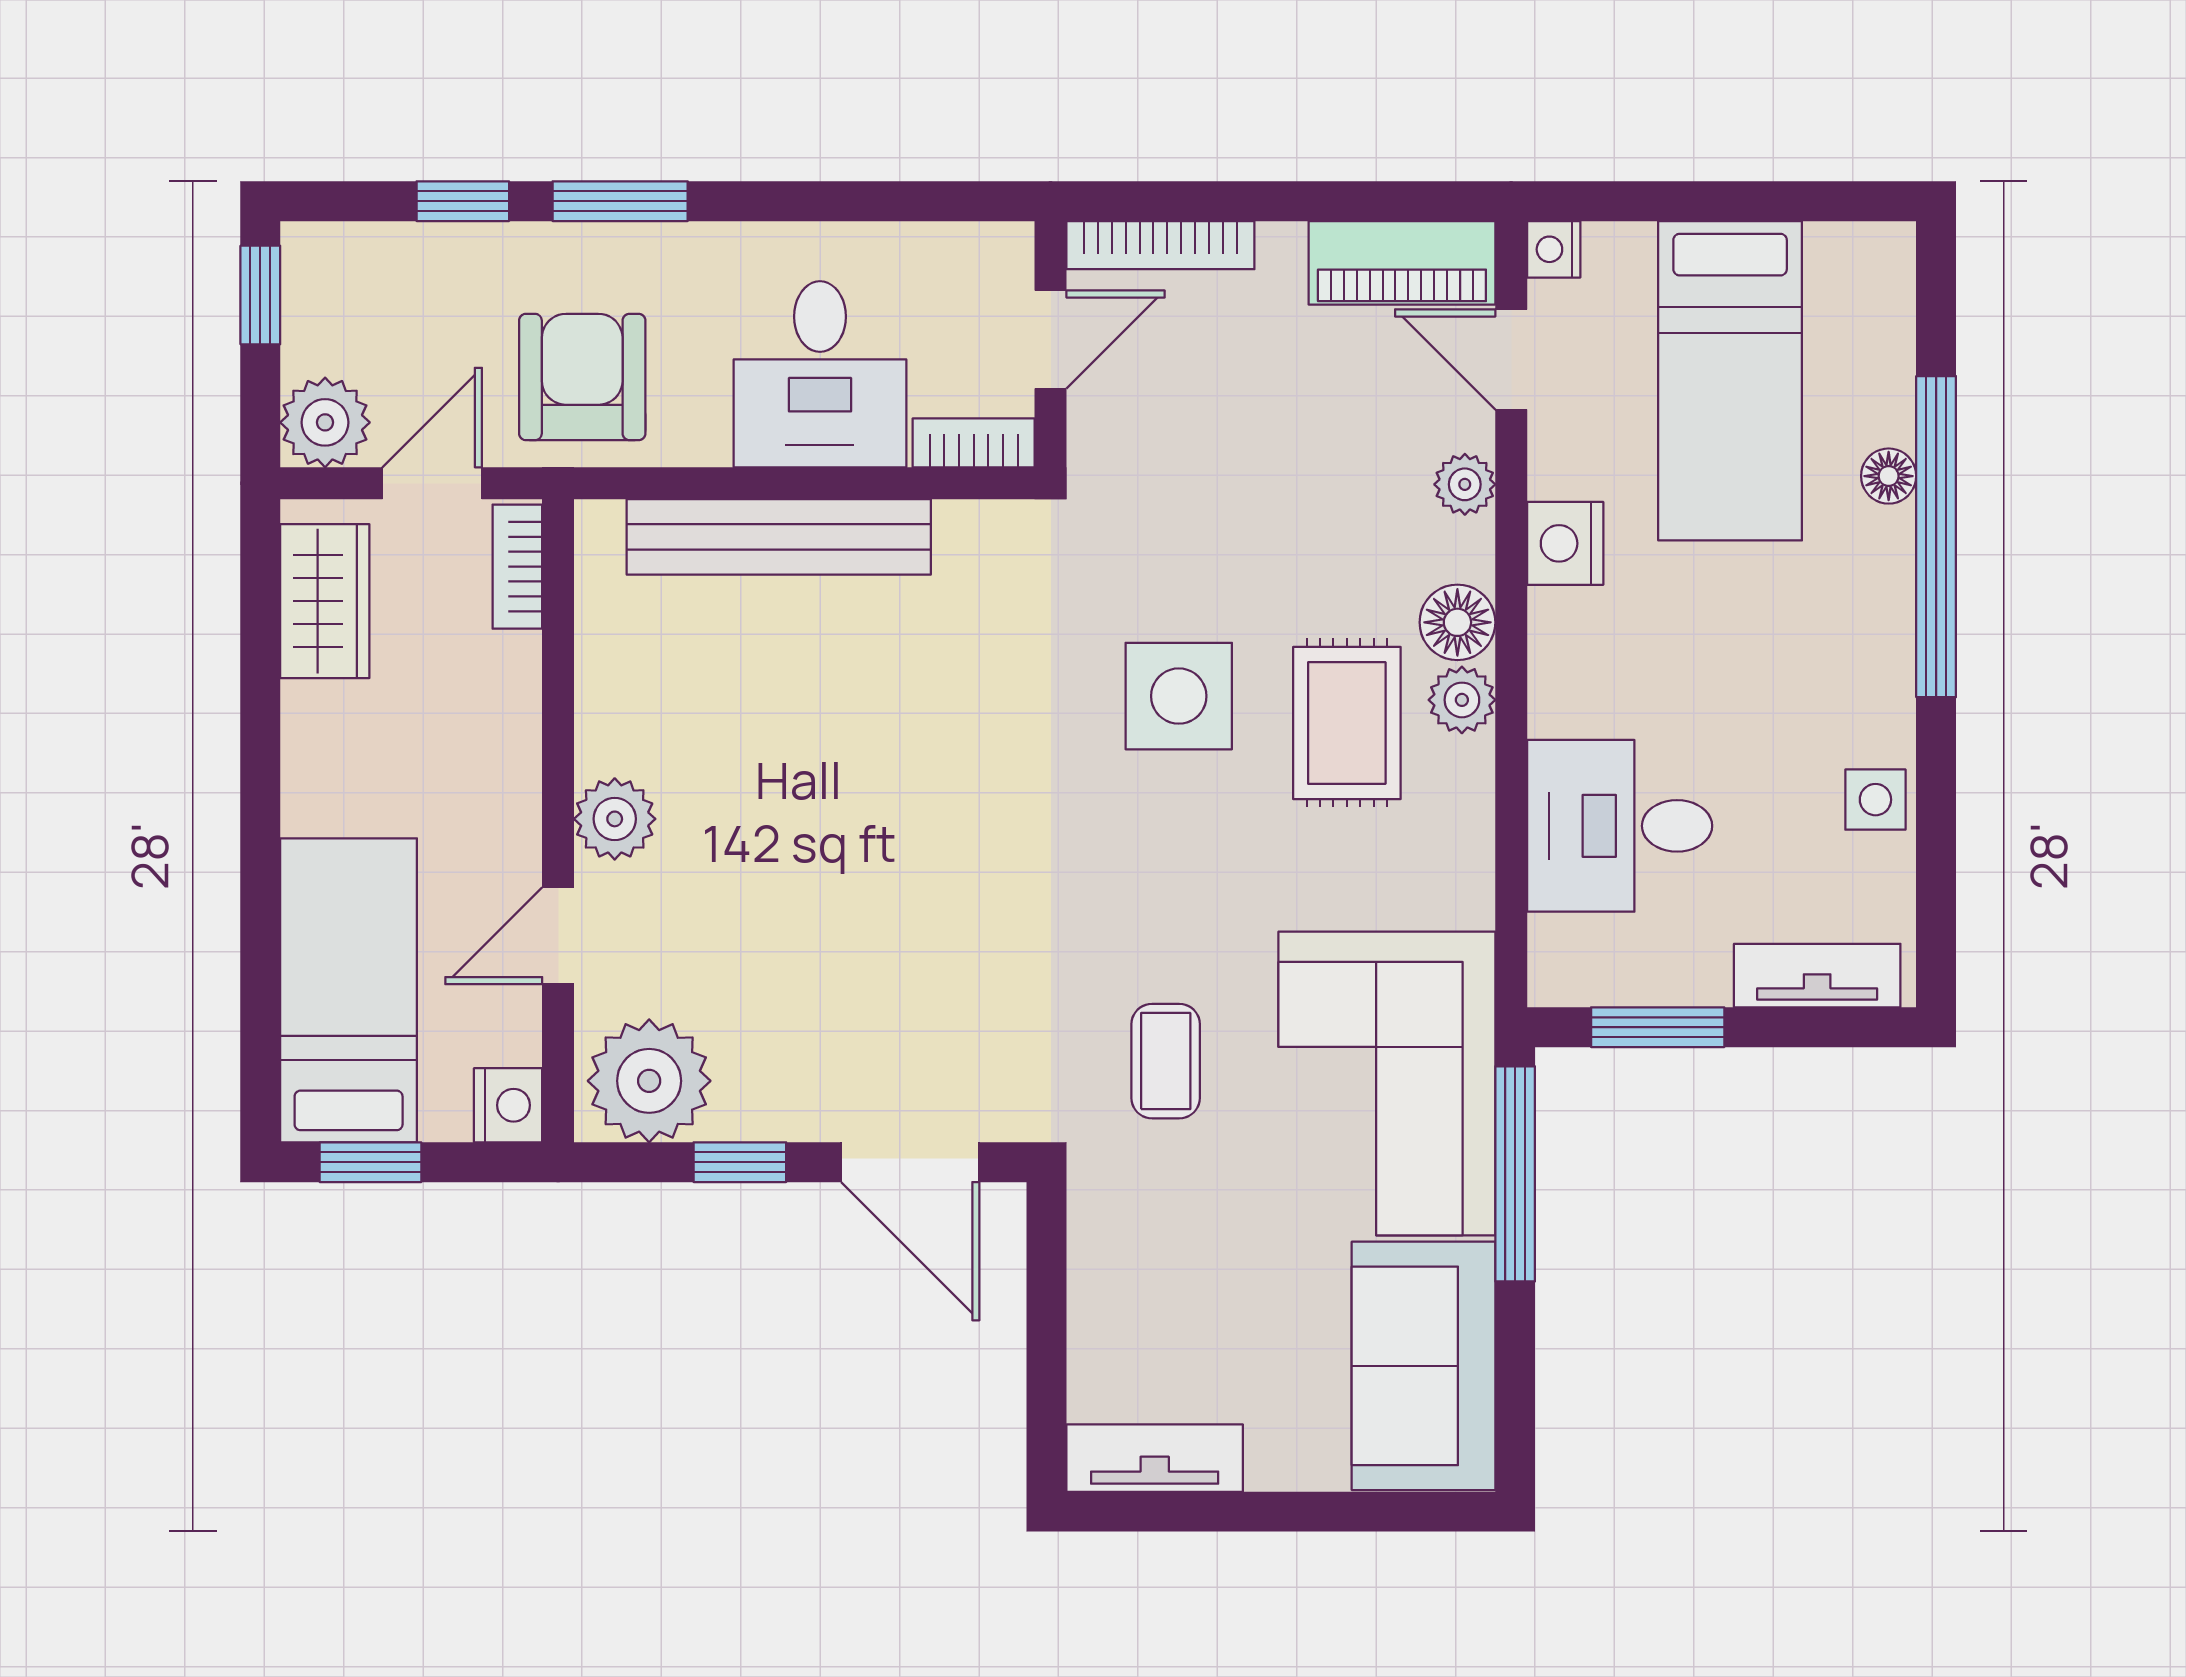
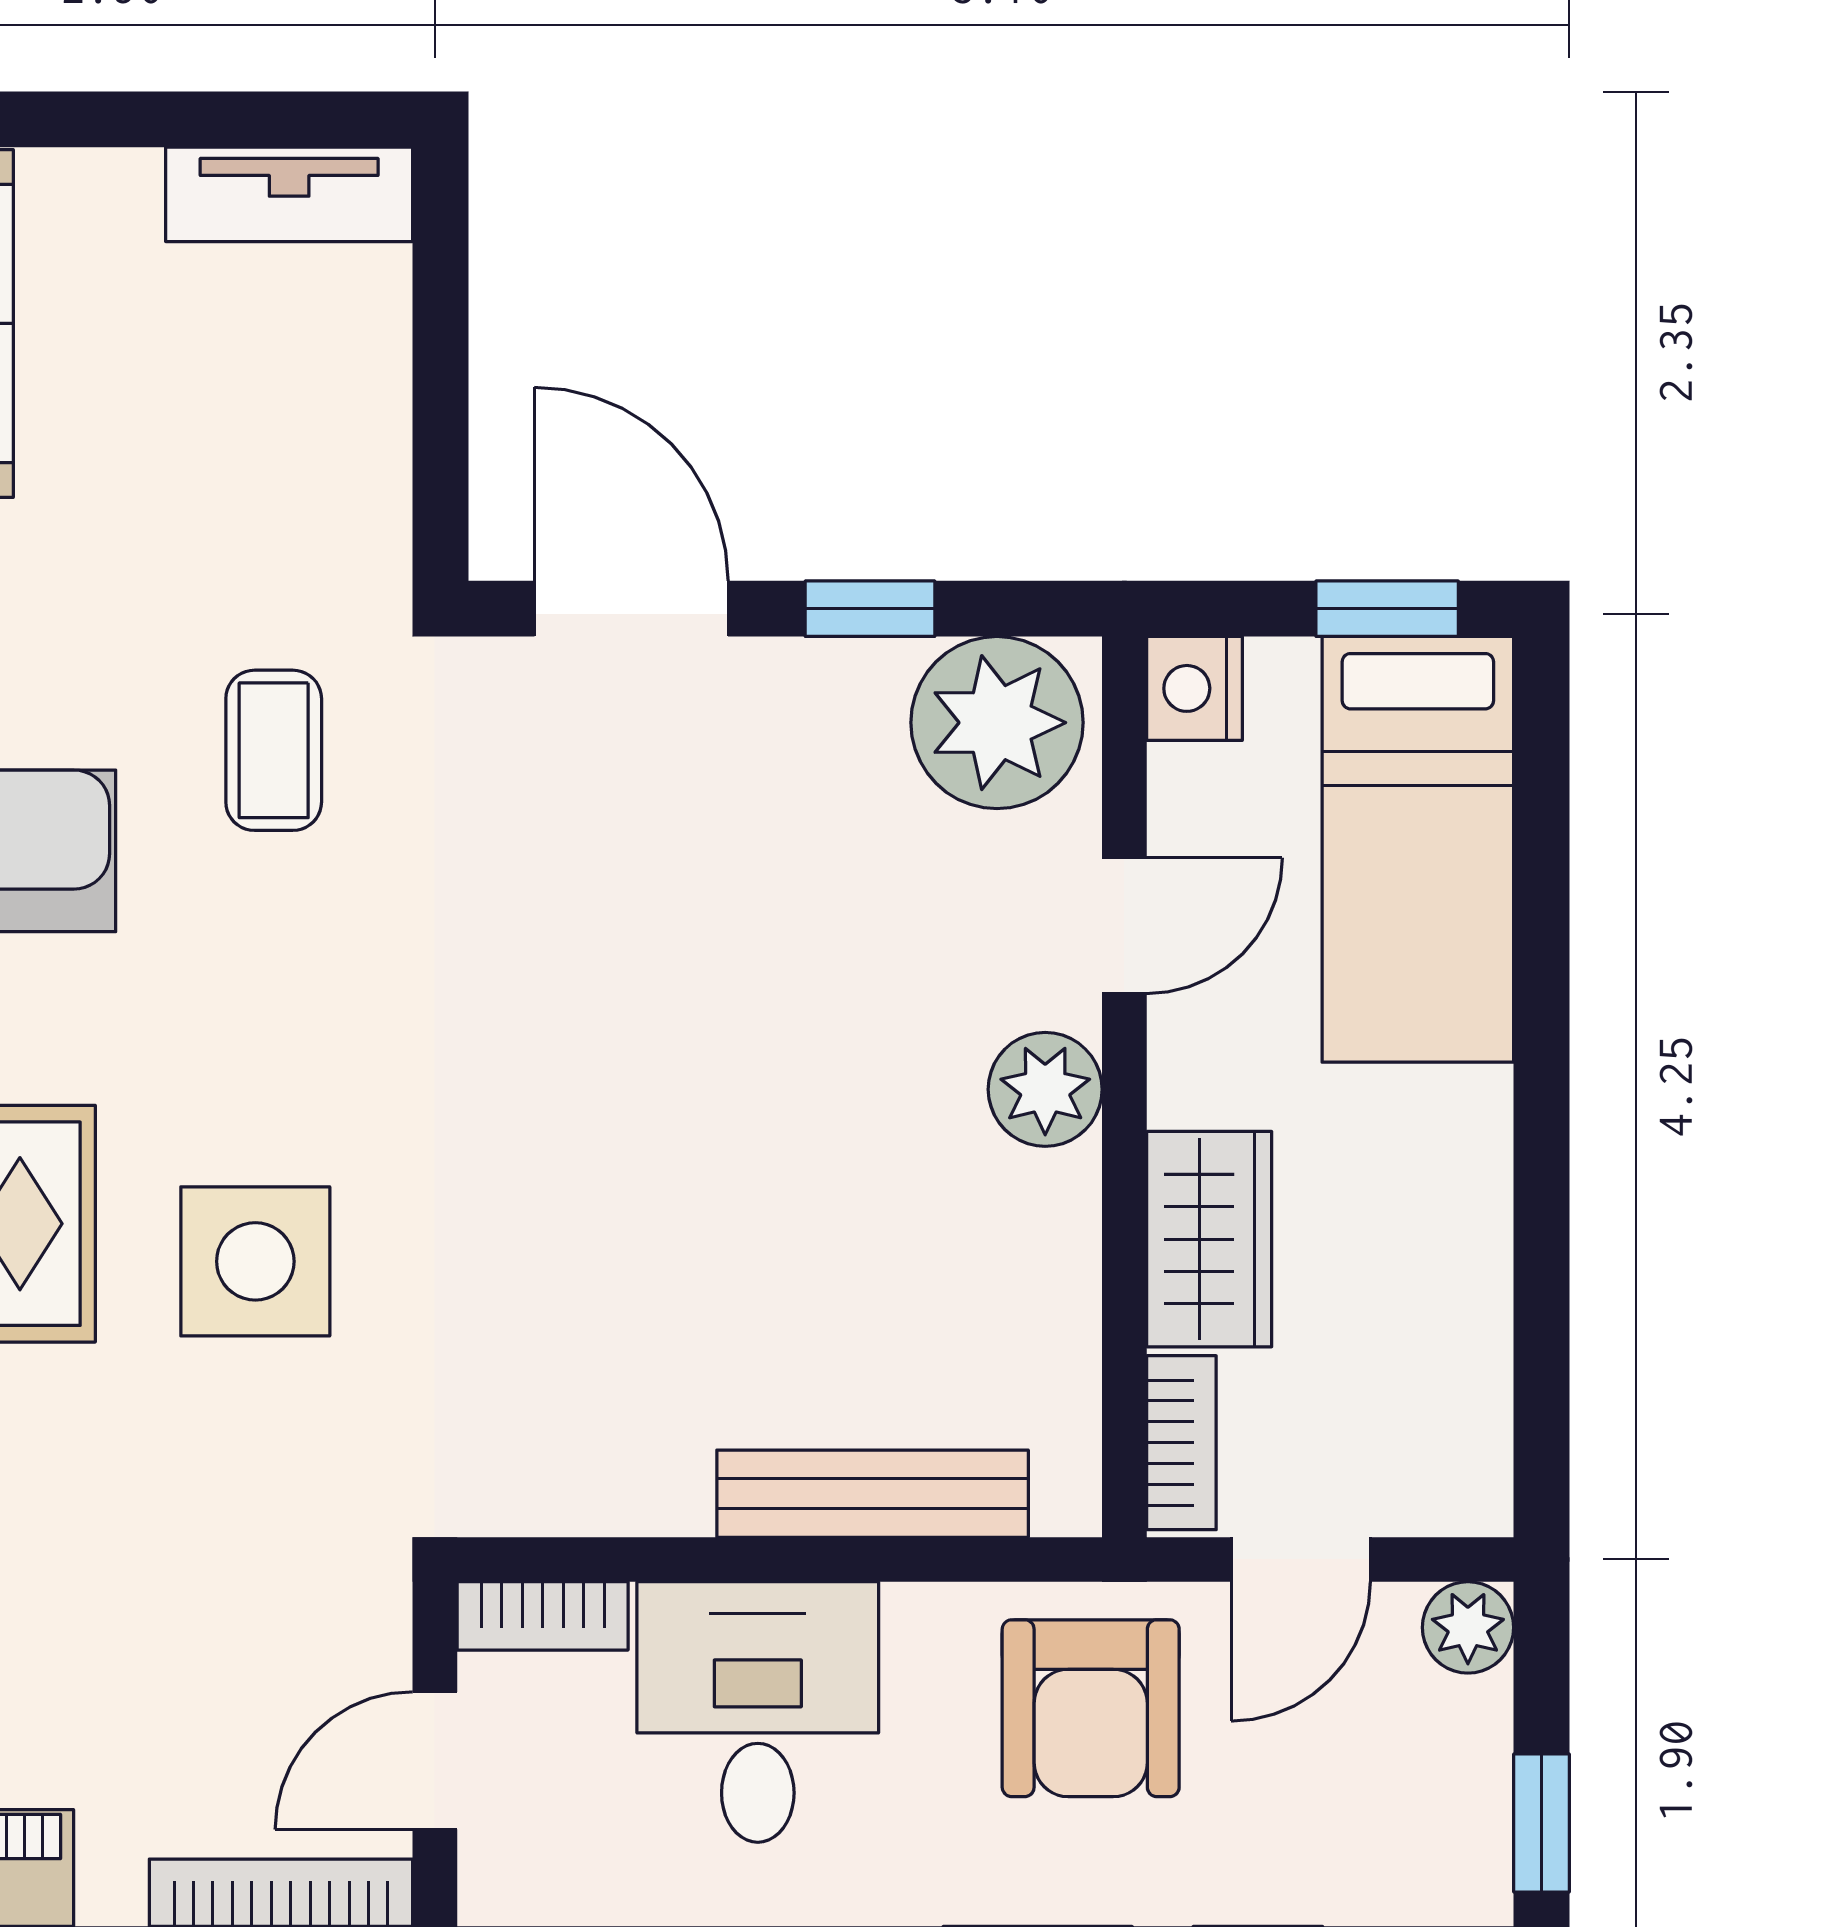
plant: (325, 422) -> (1468, 1627), width x0.73, depth x0.73
bench: (779, 537) -> (873, 1494), width x0.73, depth x0.82
wardrobe: (325, 601) -> (1209, 1239), moved, turned 180

